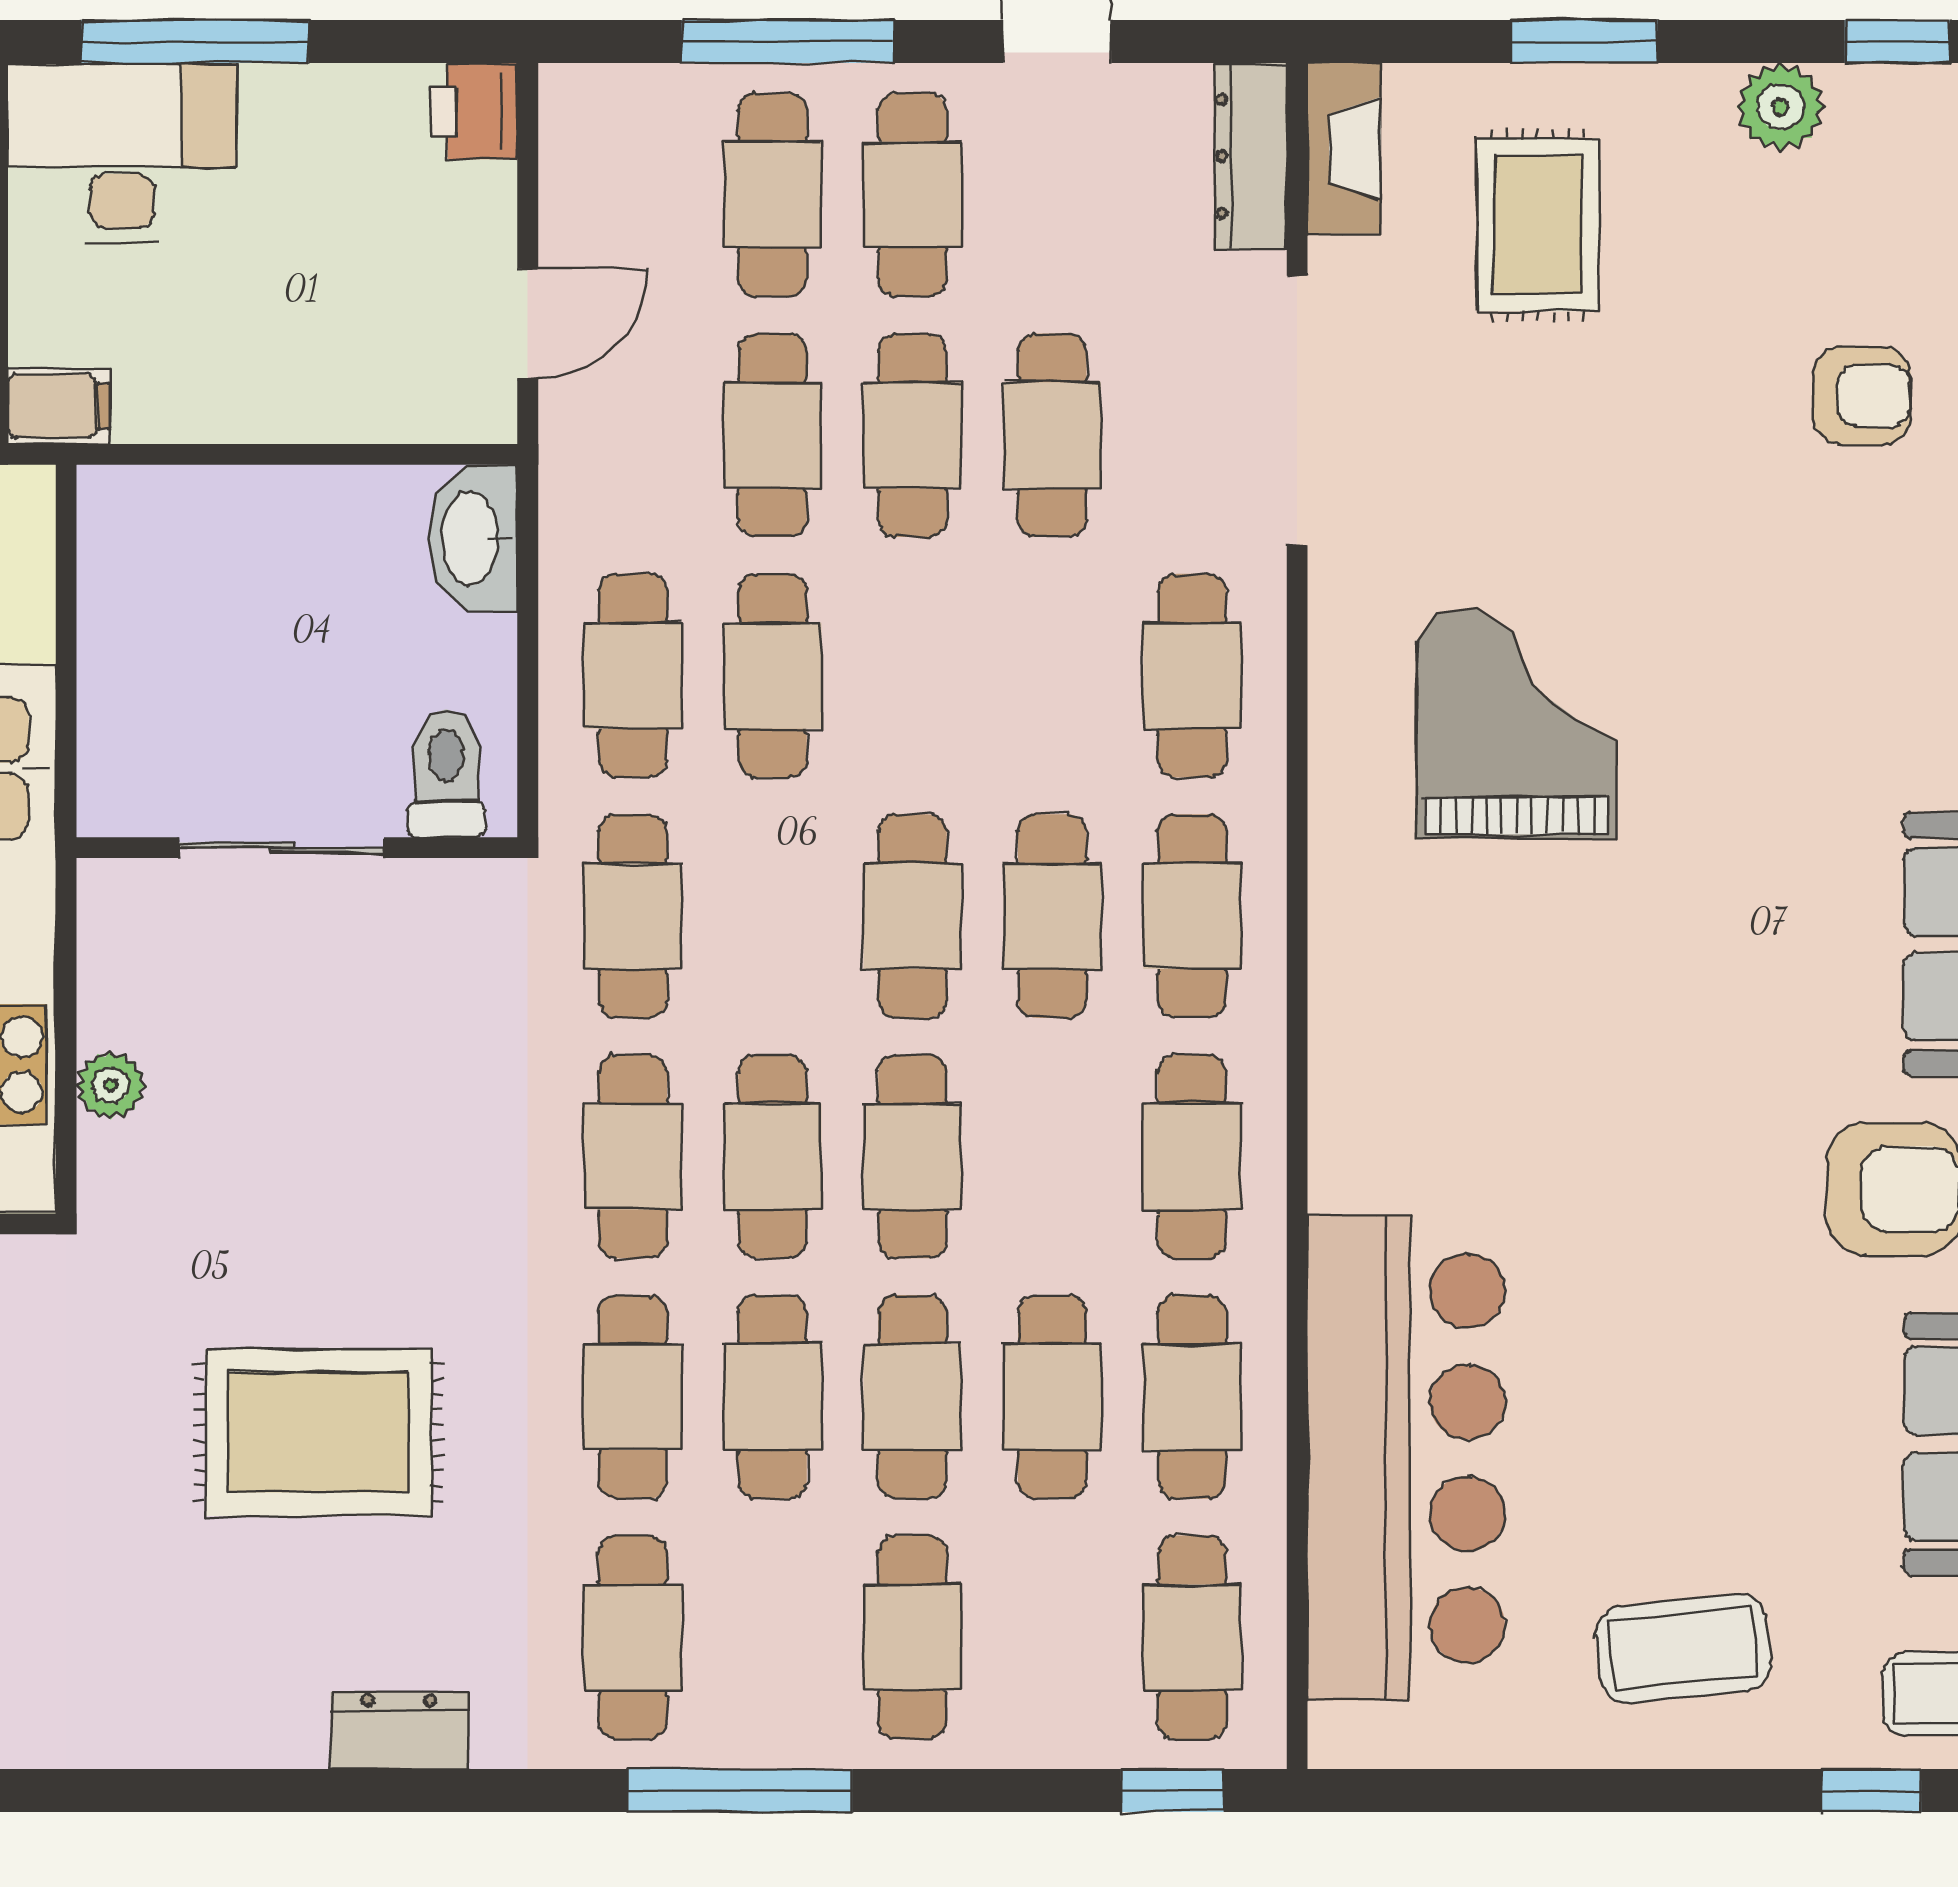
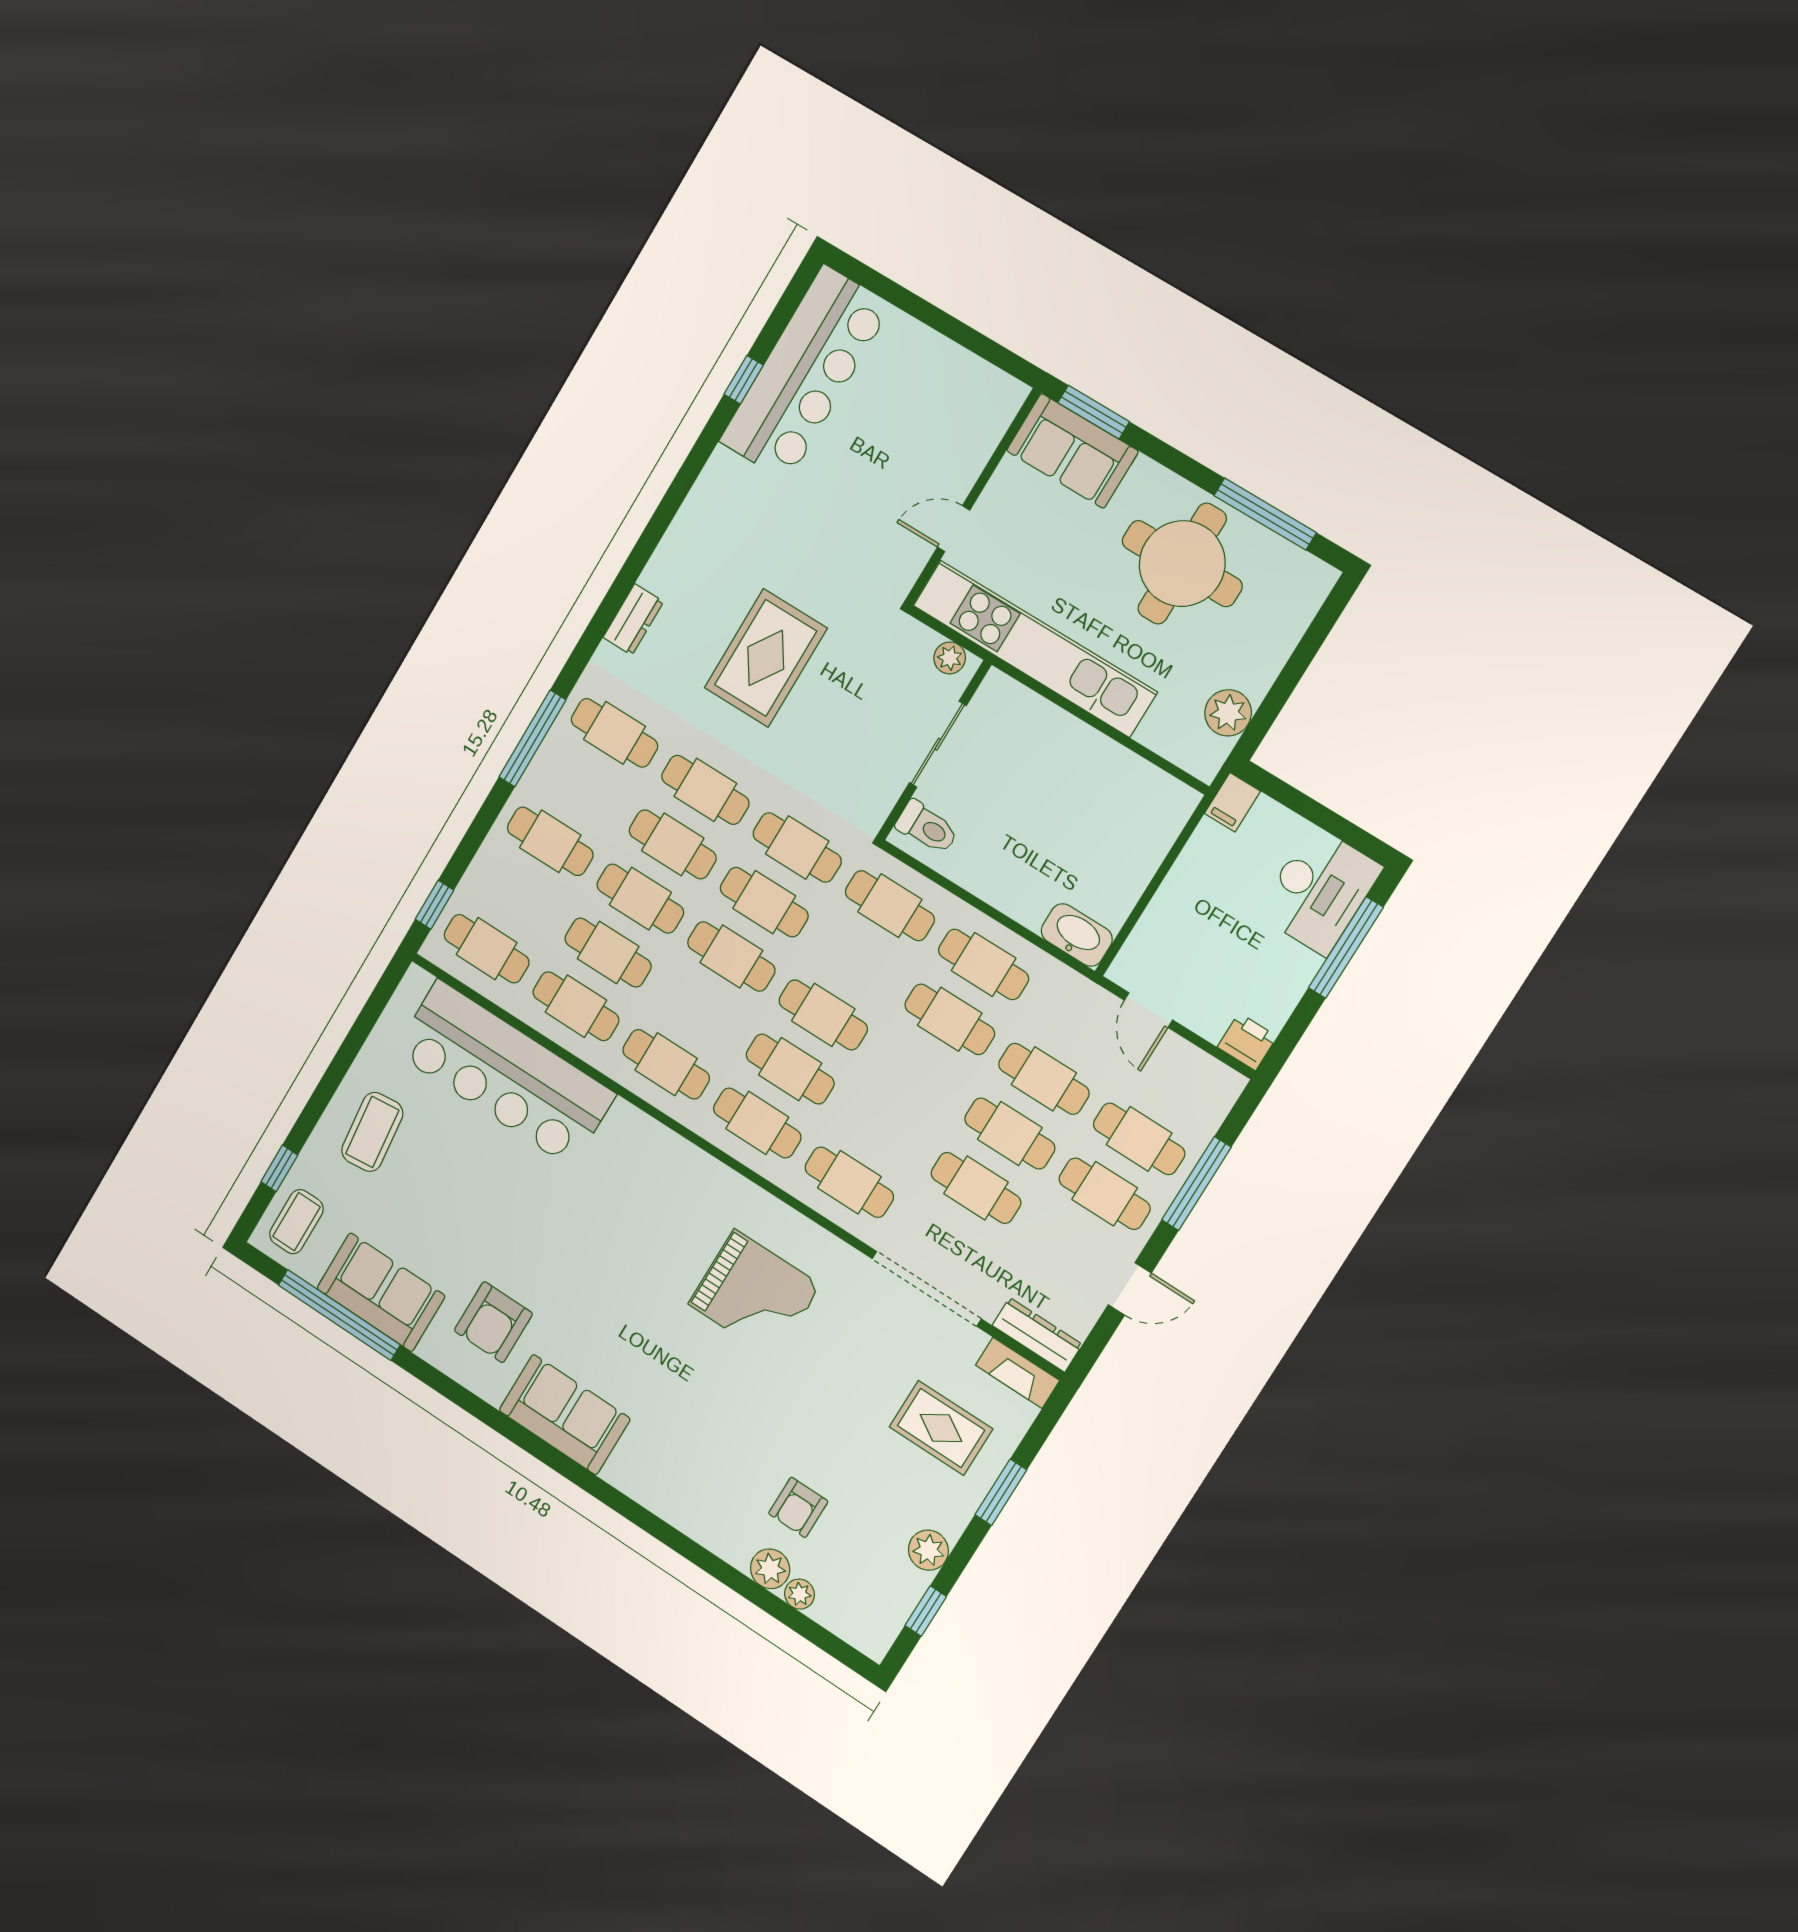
toilet: (446, 773) -> (927, 827), moved
sliding door: (282, 848) -> (938, 744), moved
wall: (297, 848) -> (934, 750), moved

